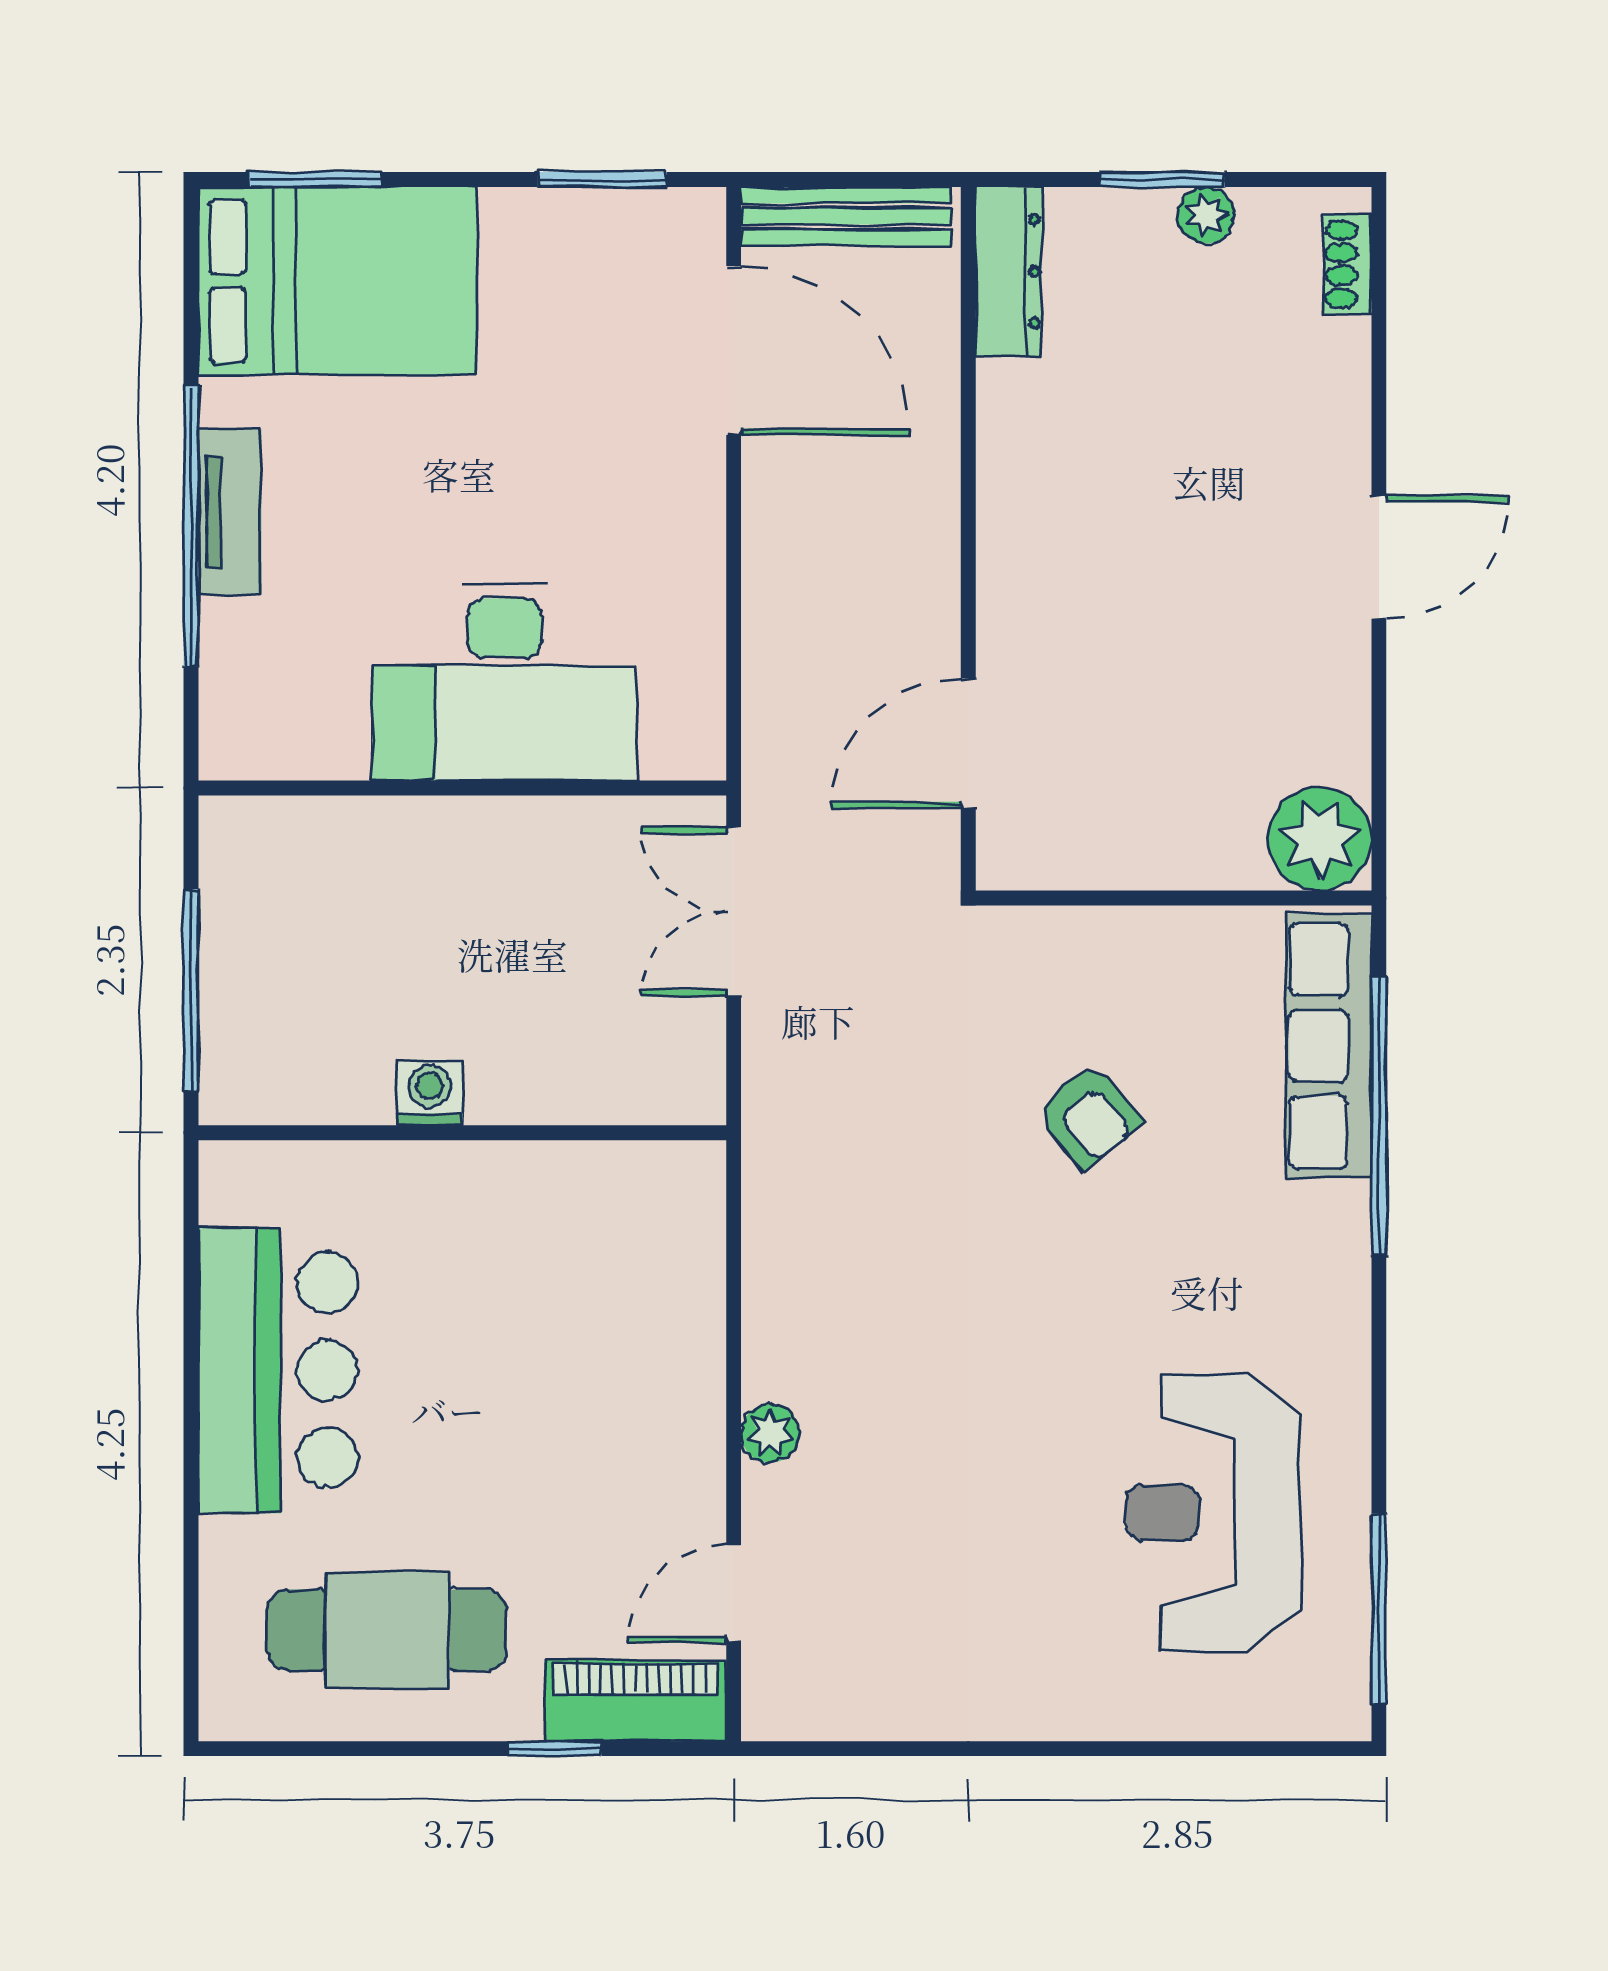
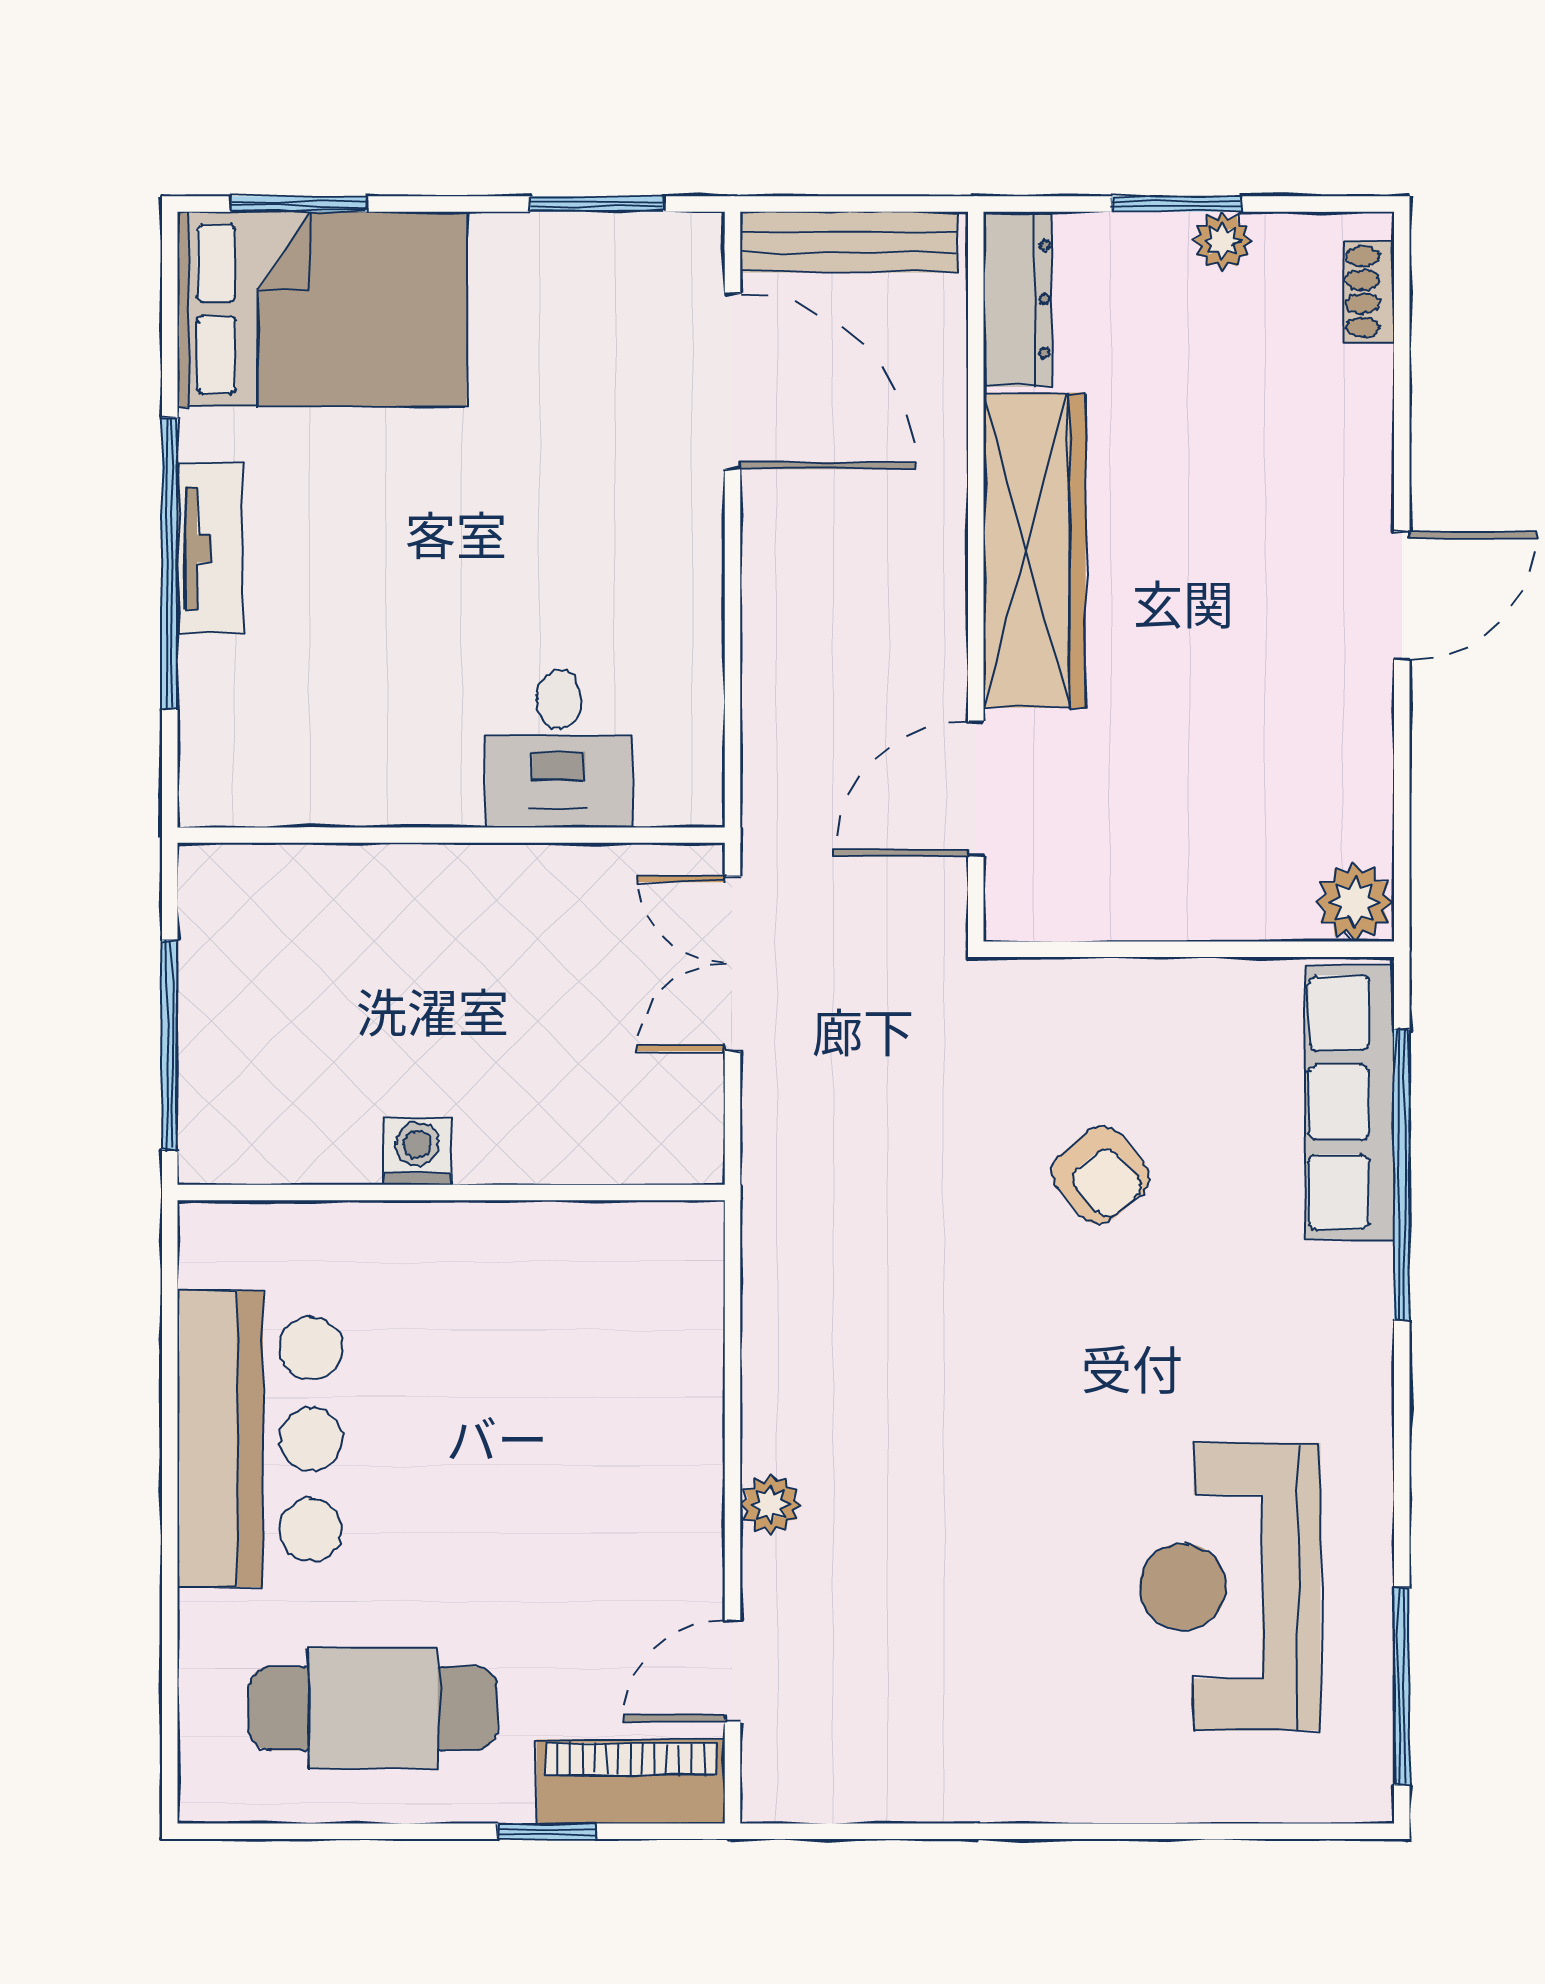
wardrobe: (1025, 514) -> (1034, 550), added
desk: (504, 682) -> (559, 748), width x0.53, depth x0.77
plant: (1320, 839) -> (1355, 902), width x0.73, depth x0.73

